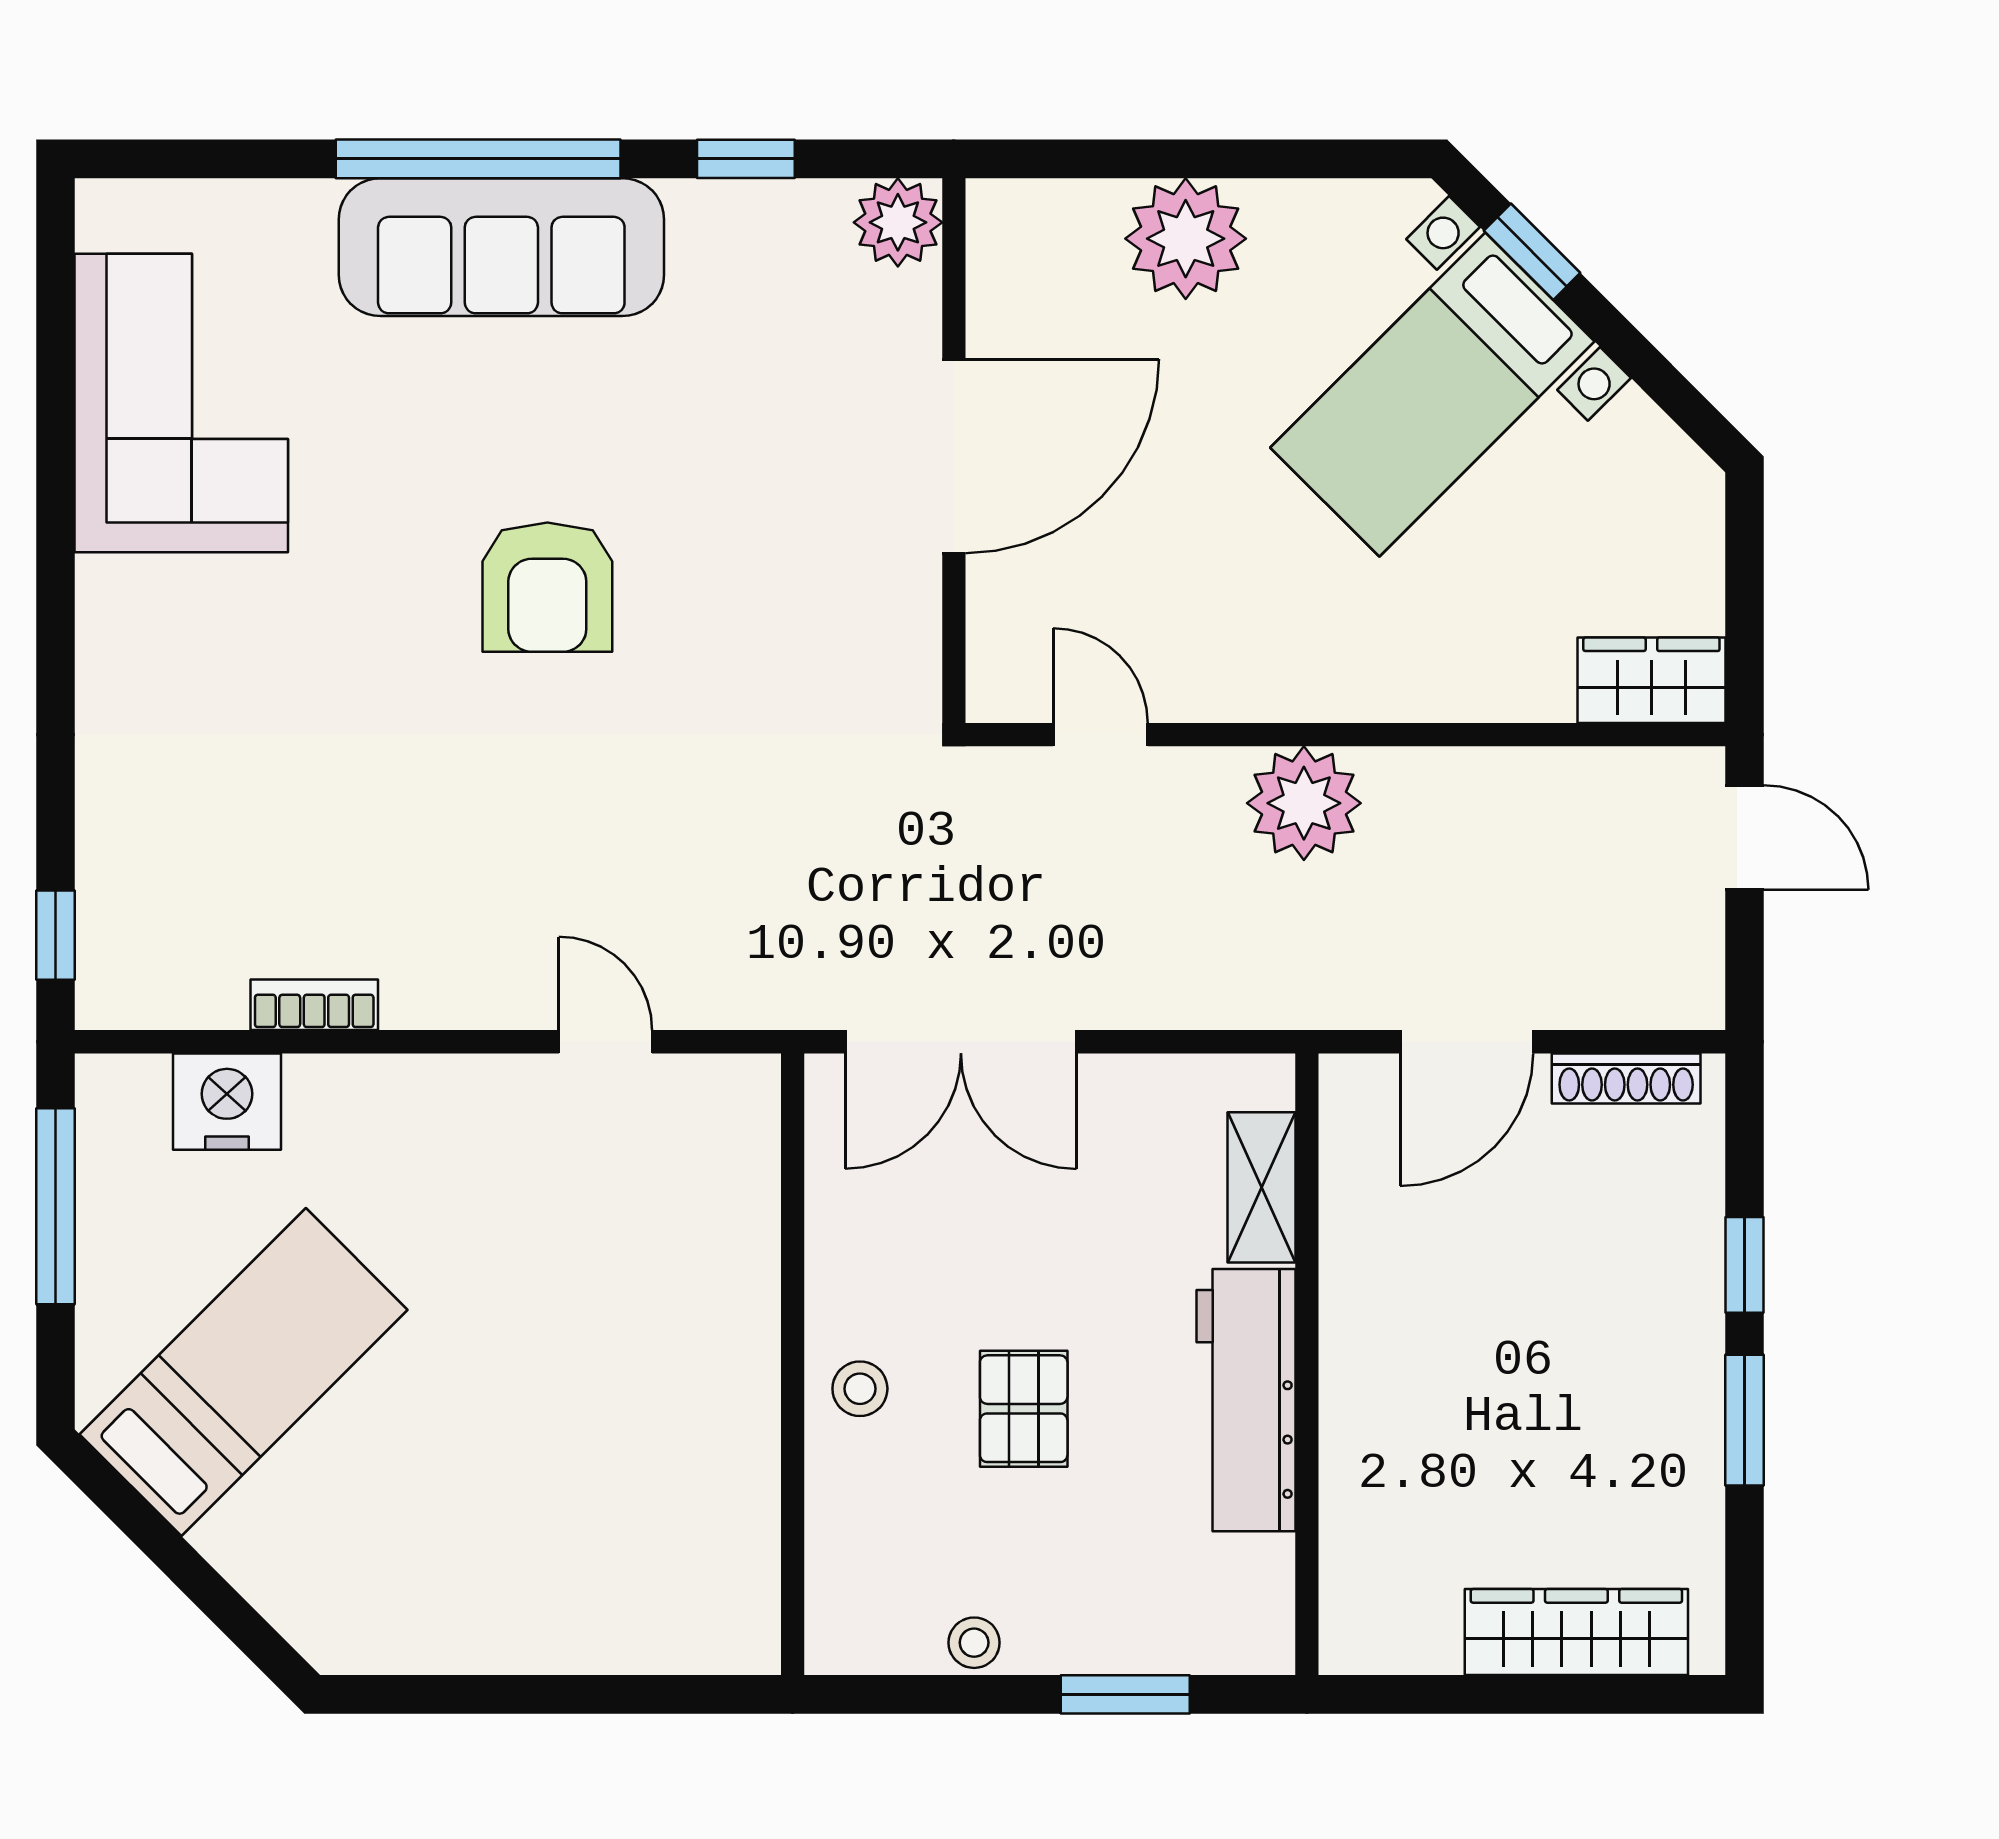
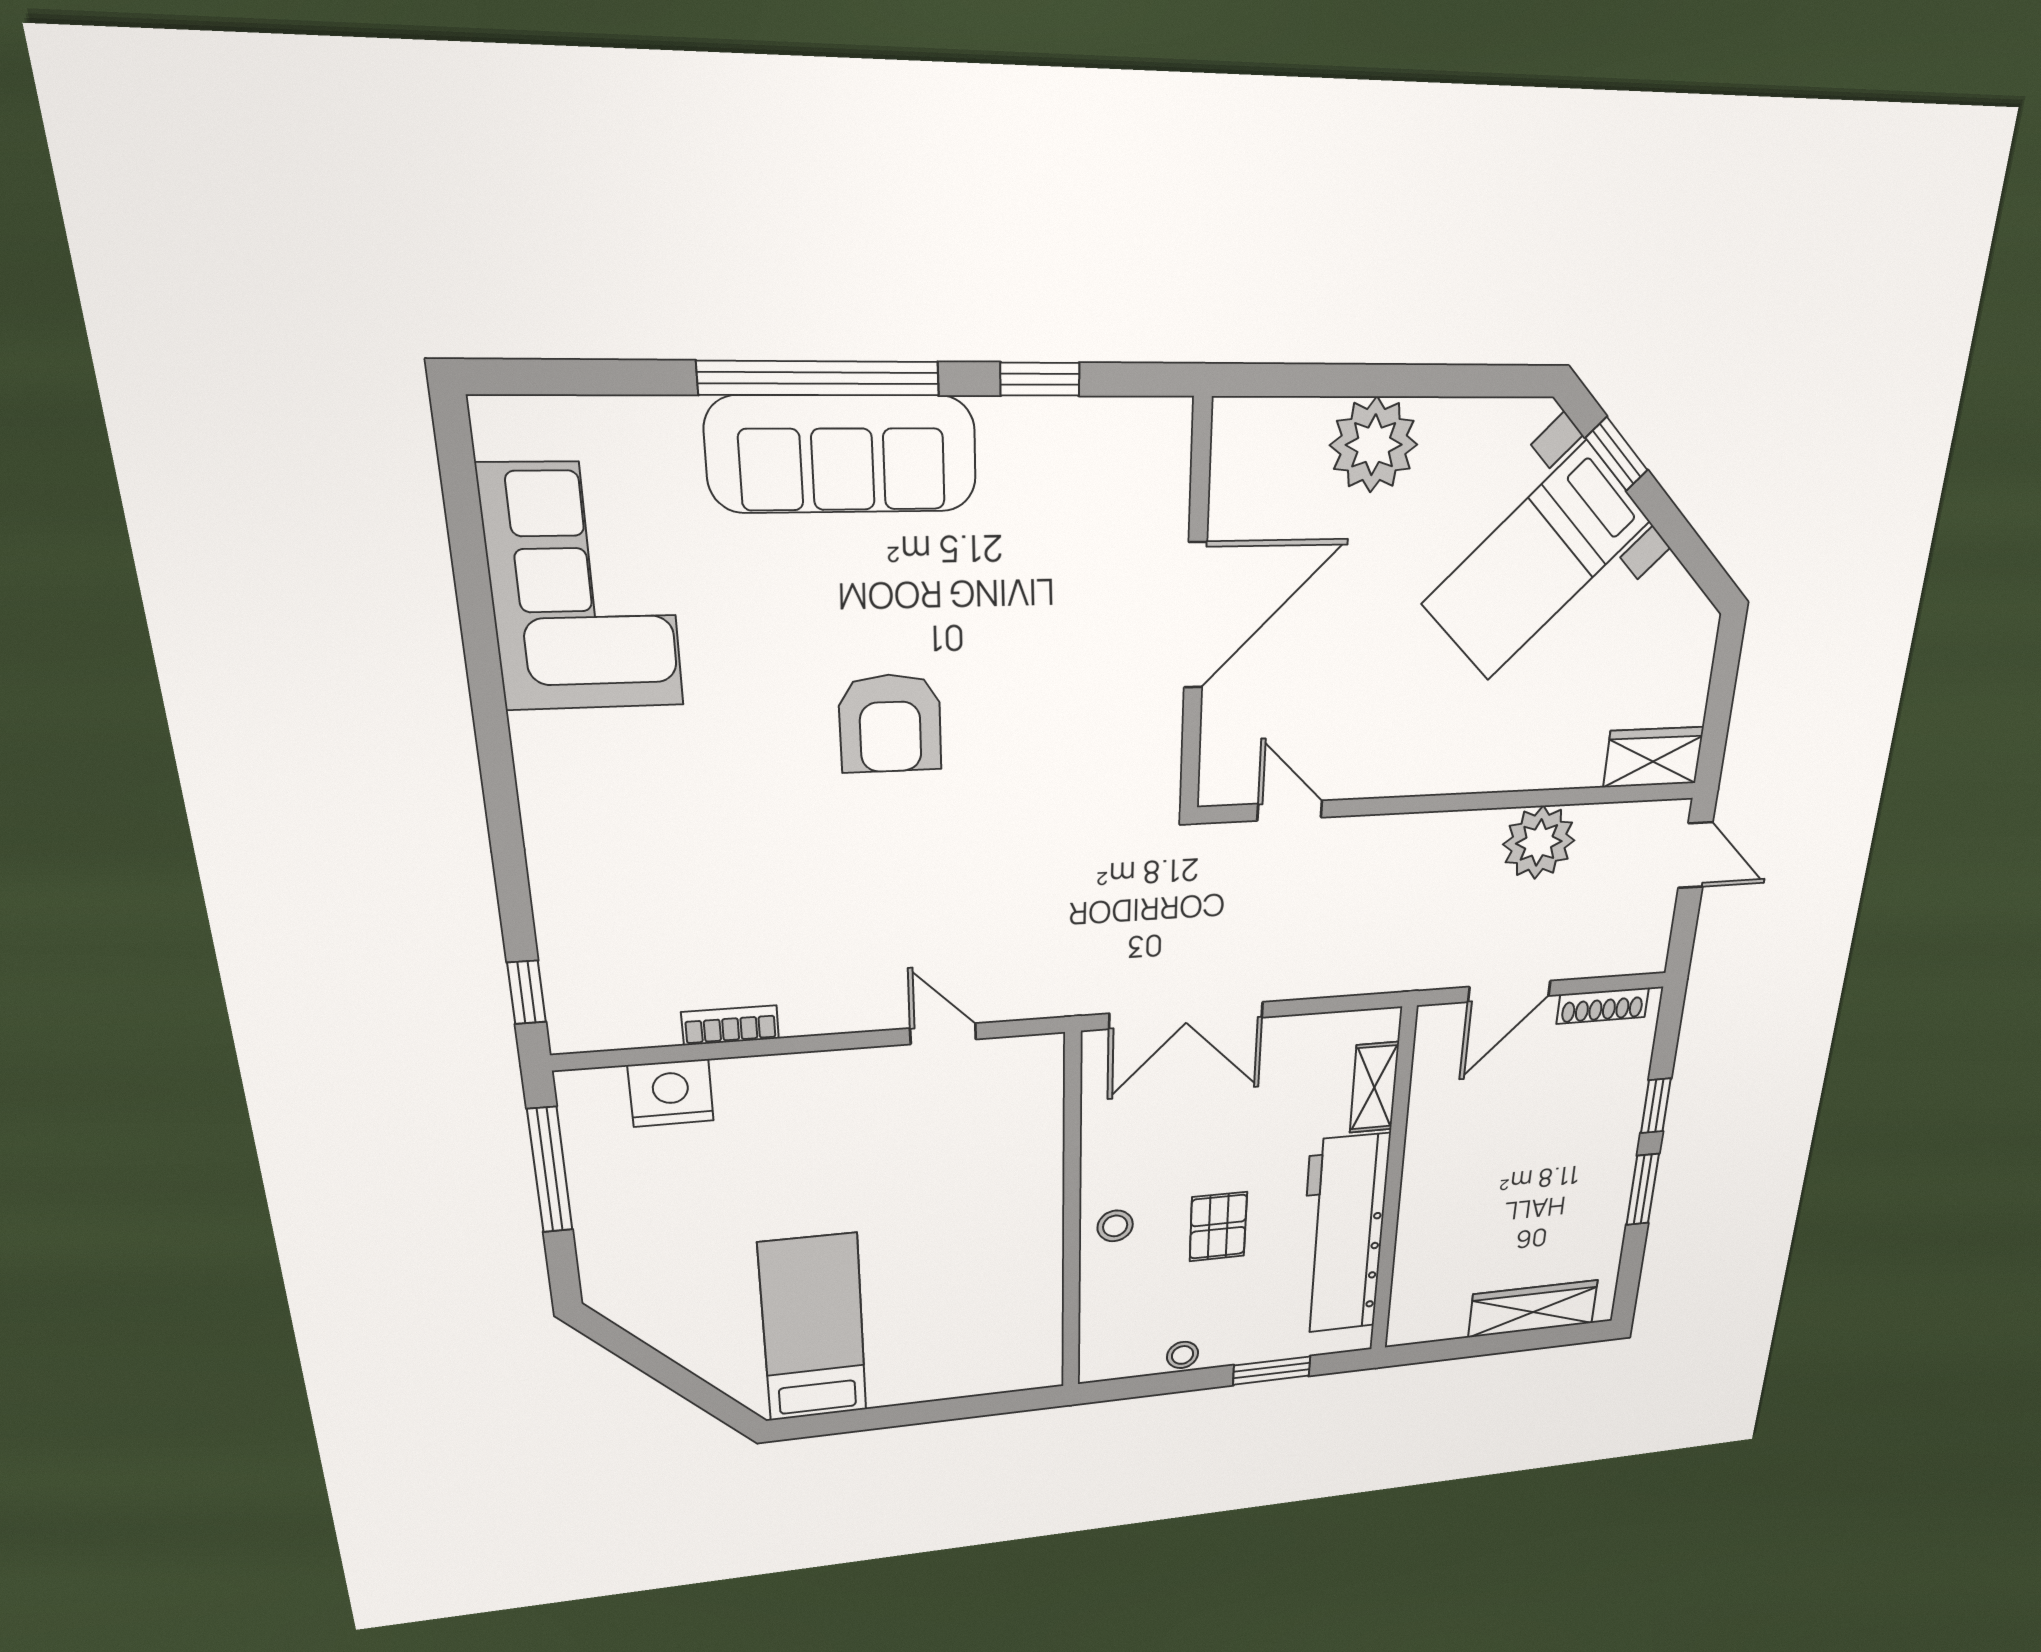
plant: (898, 222) -> (1159, 432), removed
plant: (1304, 803) -> (1539, 842), moved
bed: (244, 1372) -> (813, 1328), moved, turned -45
workbench: (1246, 1400) -> (1343, 1235), width x1.36, depth x1.32

